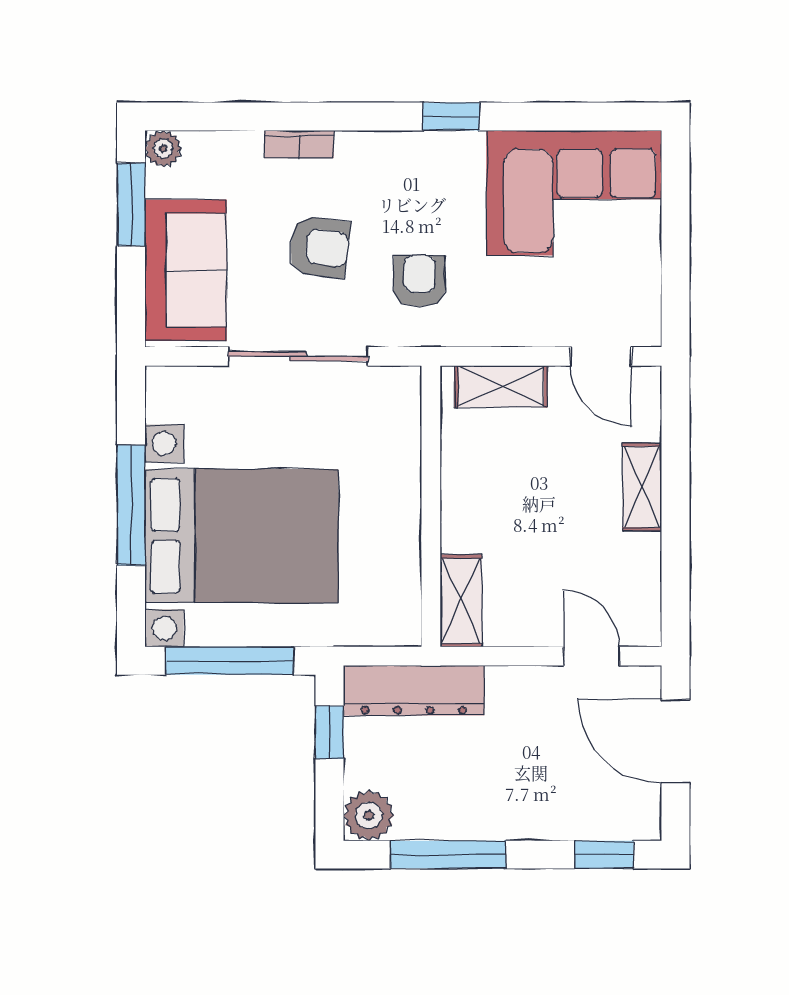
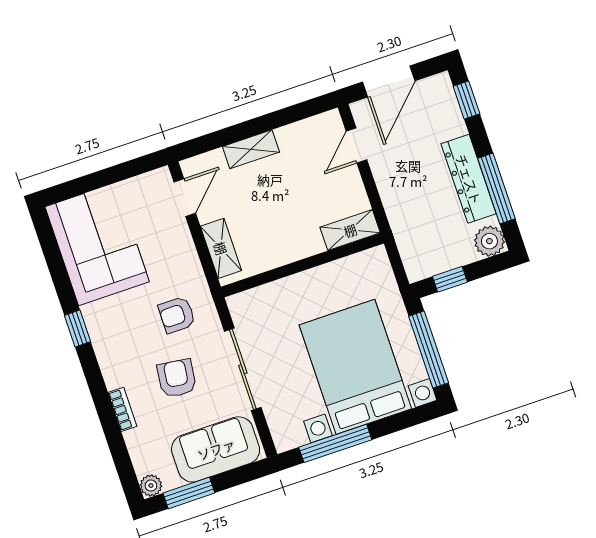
window: (131, 505) -> (335, 443), moved
dresser: (414, 691) -> (469, 179), moved, turned 180

